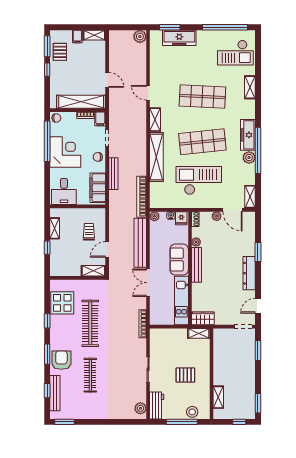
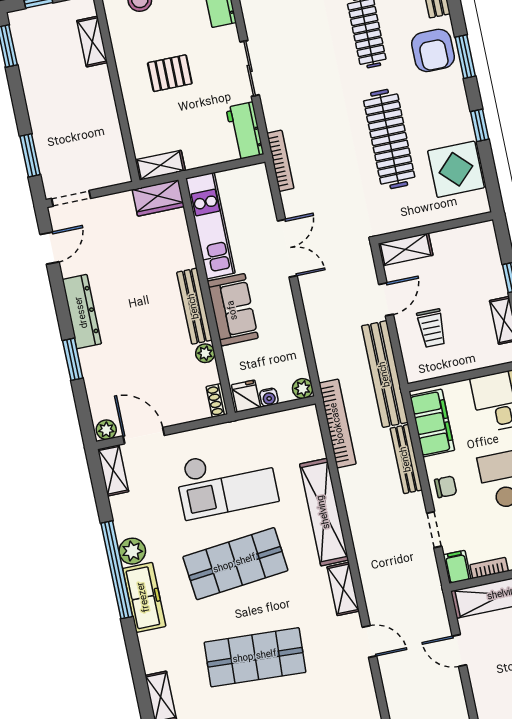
plant: (217, 216) -> (106, 430), moved
bench: (140, 243) -> (385, 374), moved
workbench: (156, 341) -> (245, 131), added

